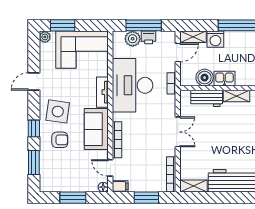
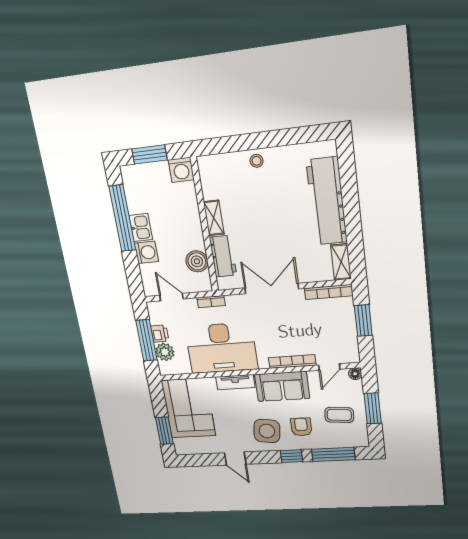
plant: (45, 37) -> (181, 449), removed
shelving: (193, 37) -> (149, 280), removed
kitchen sink: (224, 79) -> (141, 228), moved, turned 180
double door: (178, 132) -> (272, 288), width x1.37
window: (34, 163) -> (333, 454), width x1.44
coffee table: (69, 171) -> (339, 415), added
filing cabinet: (120, 186) -> (352, 354), removed

